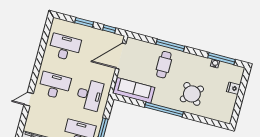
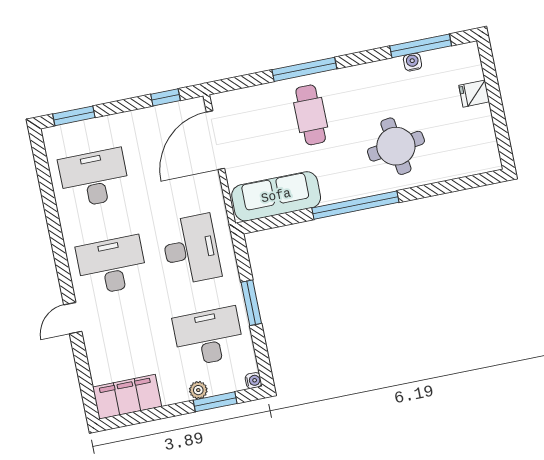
window: (84, 22) -> (74, 116), moved
round table: (192, 94) -> (396, 146), turned 37

